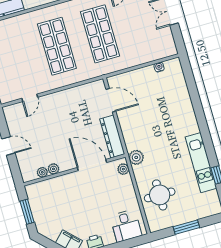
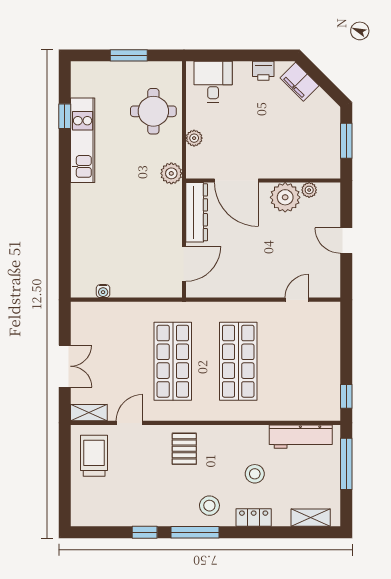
door: (111, 100) -> (184, 264), swing flipped
plant: (53, 169) -> (285, 197), width x1.88, depth x1.88
plant: (123, 169) -> (194, 138), moved

